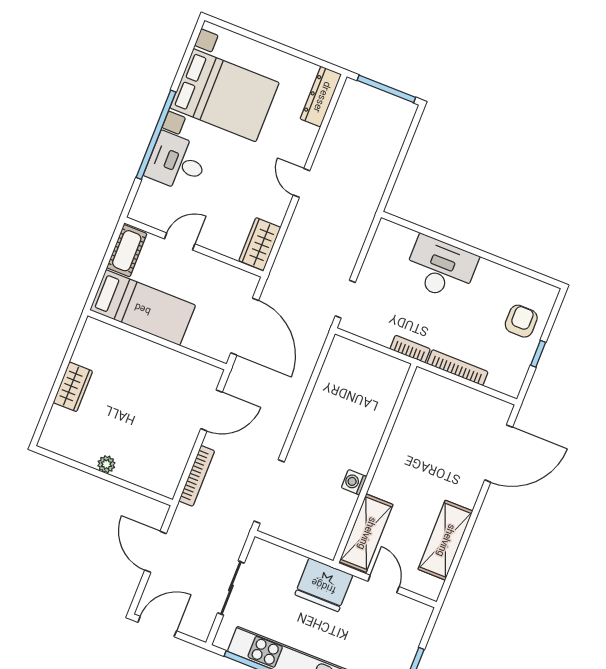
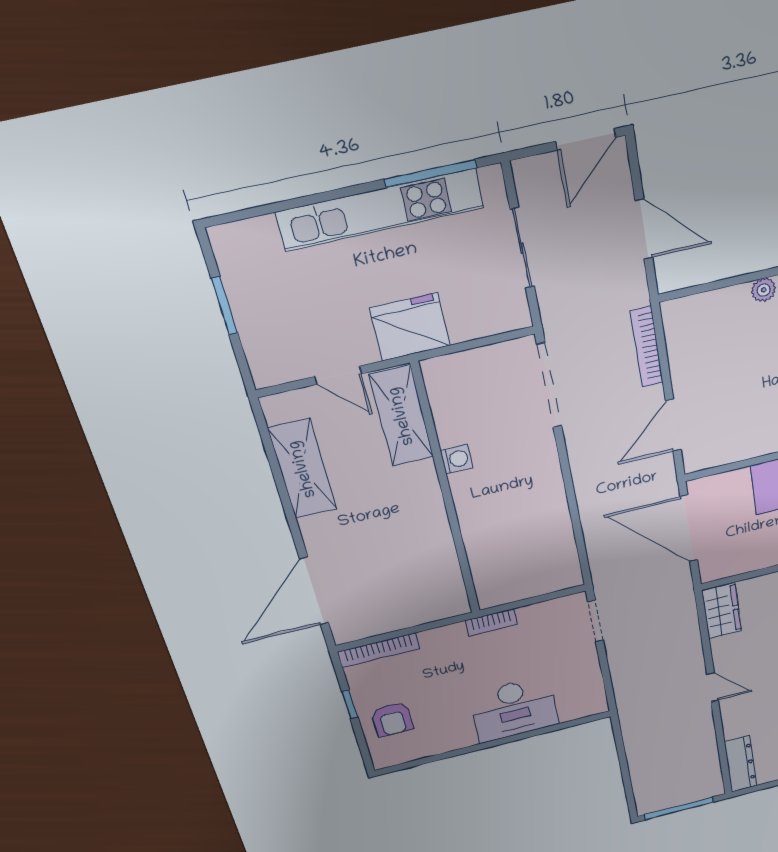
bookcase: (457, 368) -> (379, 650), moved

